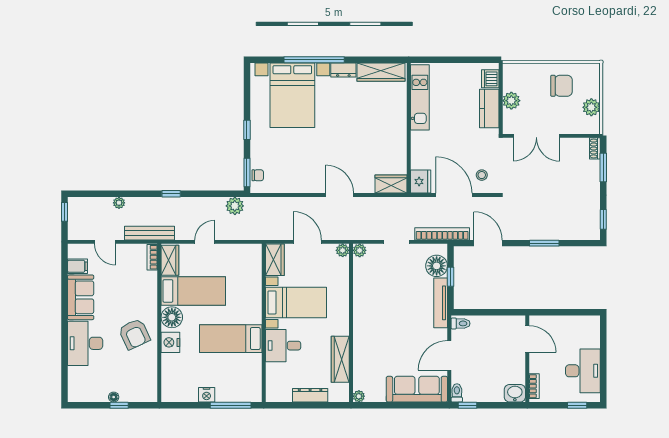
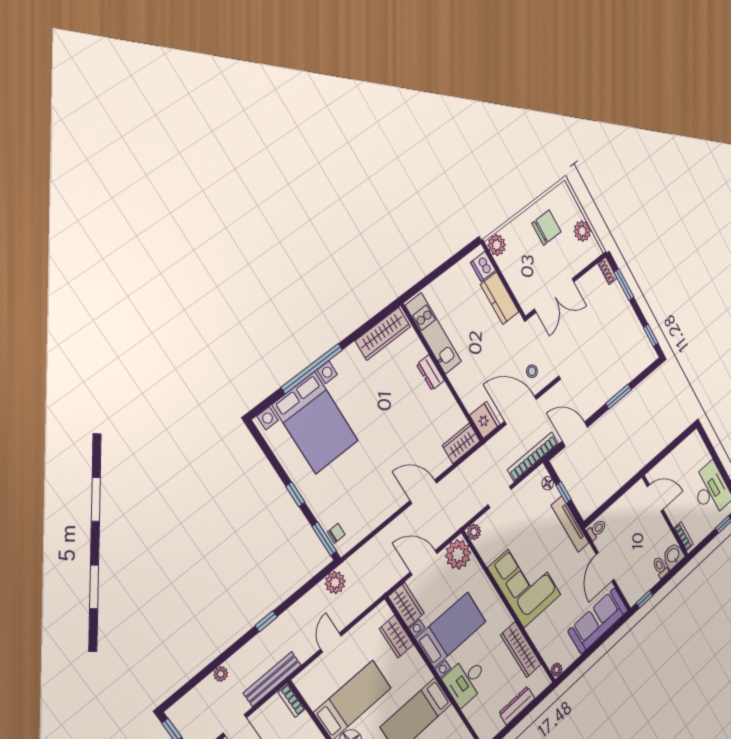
dresser: (343, 70) -> (430, 373), moved, turned 90
plant: (511, 101) -> (497, 245), moved
plant: (343, 250) -> (458, 554), width x1.88, depth x1.88
wardrobe: (170, 260) -> (396, 637), moved, turned 180
floor lamp: (437, 266) -> (548, 483), width x0.53, depth x0.53
corner sofa: (376, 314) -> (524, 581), added
toilet: (457, 393) -> (660, 567), moved

